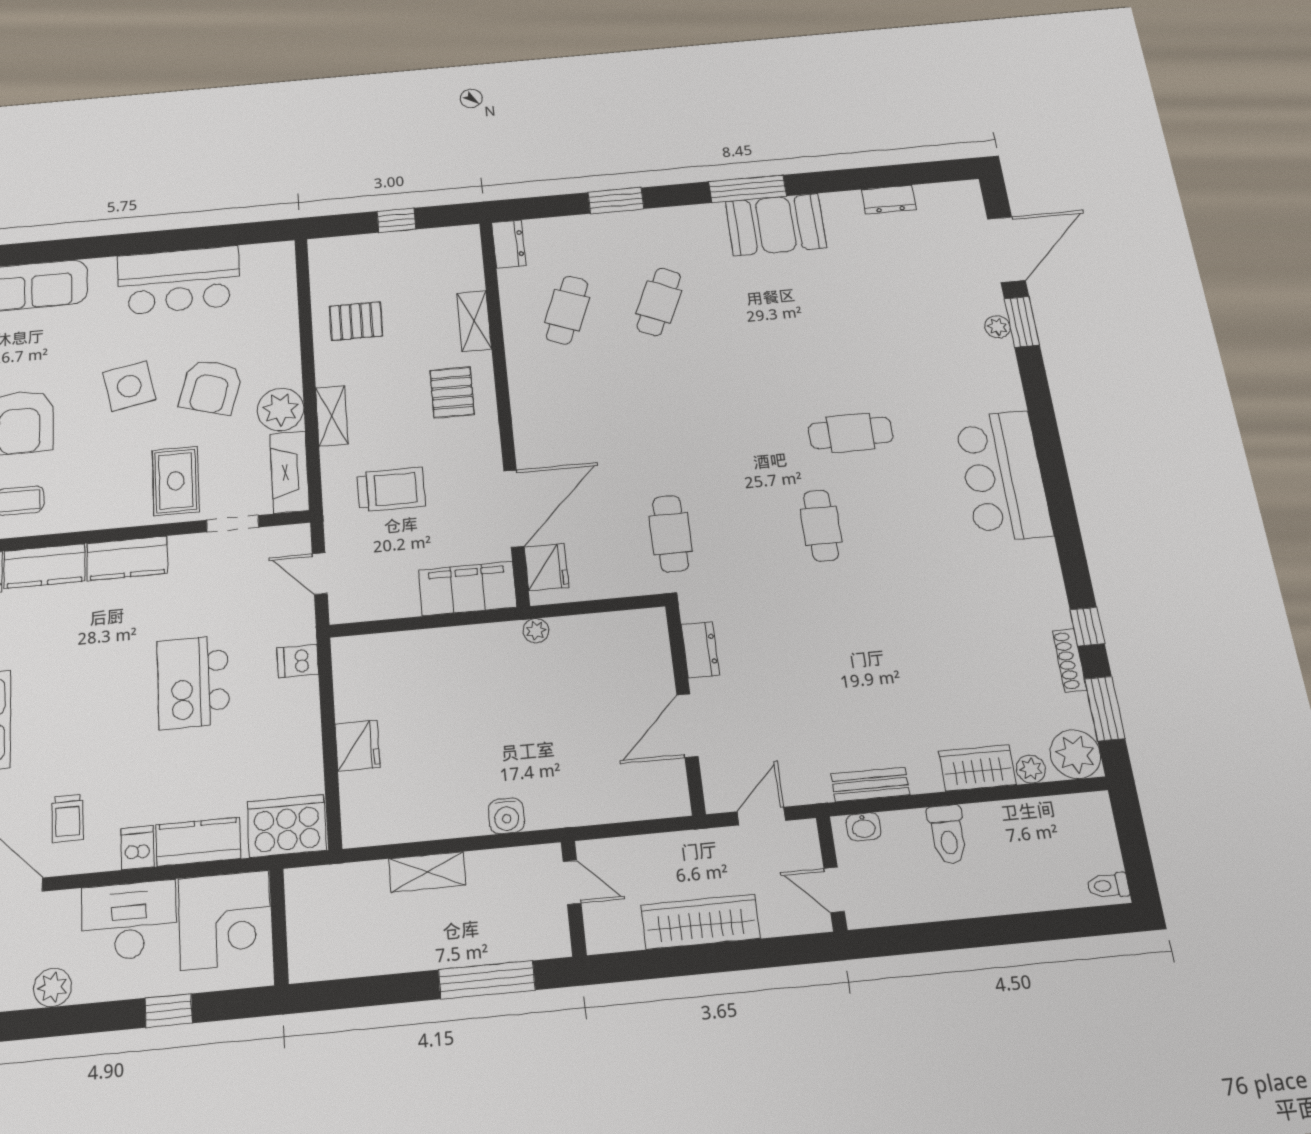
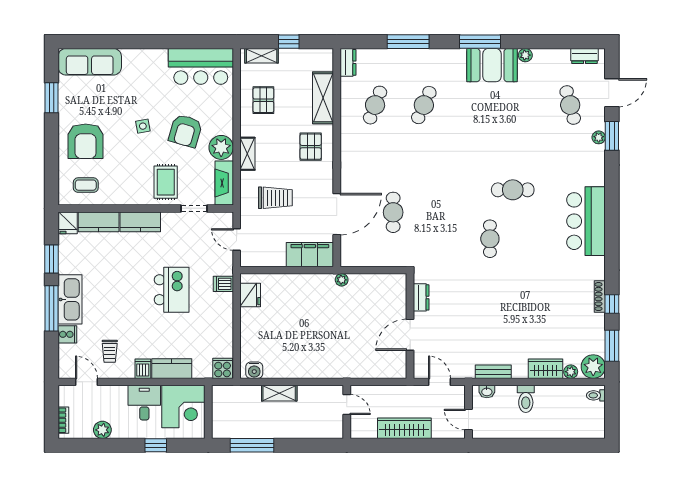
dresser: (889, 199) -> (584, 56), moved
window: (616, 201) -> (408, 42), width x1.44
plant: (834, 203) -> (525, 55), added
shelving: (348, 248) -> (262, 56), added
door: (1006, 250) -> (612, 93), width x0.73
cafe table: (933, 277) -> (570, 105), added
bar counter: (179, 280) -> (201, 66), moved
pallet: (356, 321) -> (263, 100), turned 90
shelving: (474, 321) -> (323, 98), width x1.50, depth x1.33
side table: (129, 386) -> (143, 126), width x0.54, depth x0.54
cafe table: (671, 534) -> (393, 212), moved
fridge: (547, 567) -> (350, 247), removed
shoe rack: (1070, 660) -> (600, 297), moved
kitchen island: (193, 682) -> (172, 290), turned 180
fridge: (357, 746) -> (250, 295), moved
water cooler: (506, 816) -> (254, 370), moved
door: (761, 816) -> (439, 382), hinge flipped
cooker: (287, 826) -> (223, 368), width x0.53, depth x0.76
toilet: (1108, 886) -> (596, 395), moved
desk: (129, 921) -> (144, 403), width x0.73
window: (487, 980) -> (252, 445), moved

